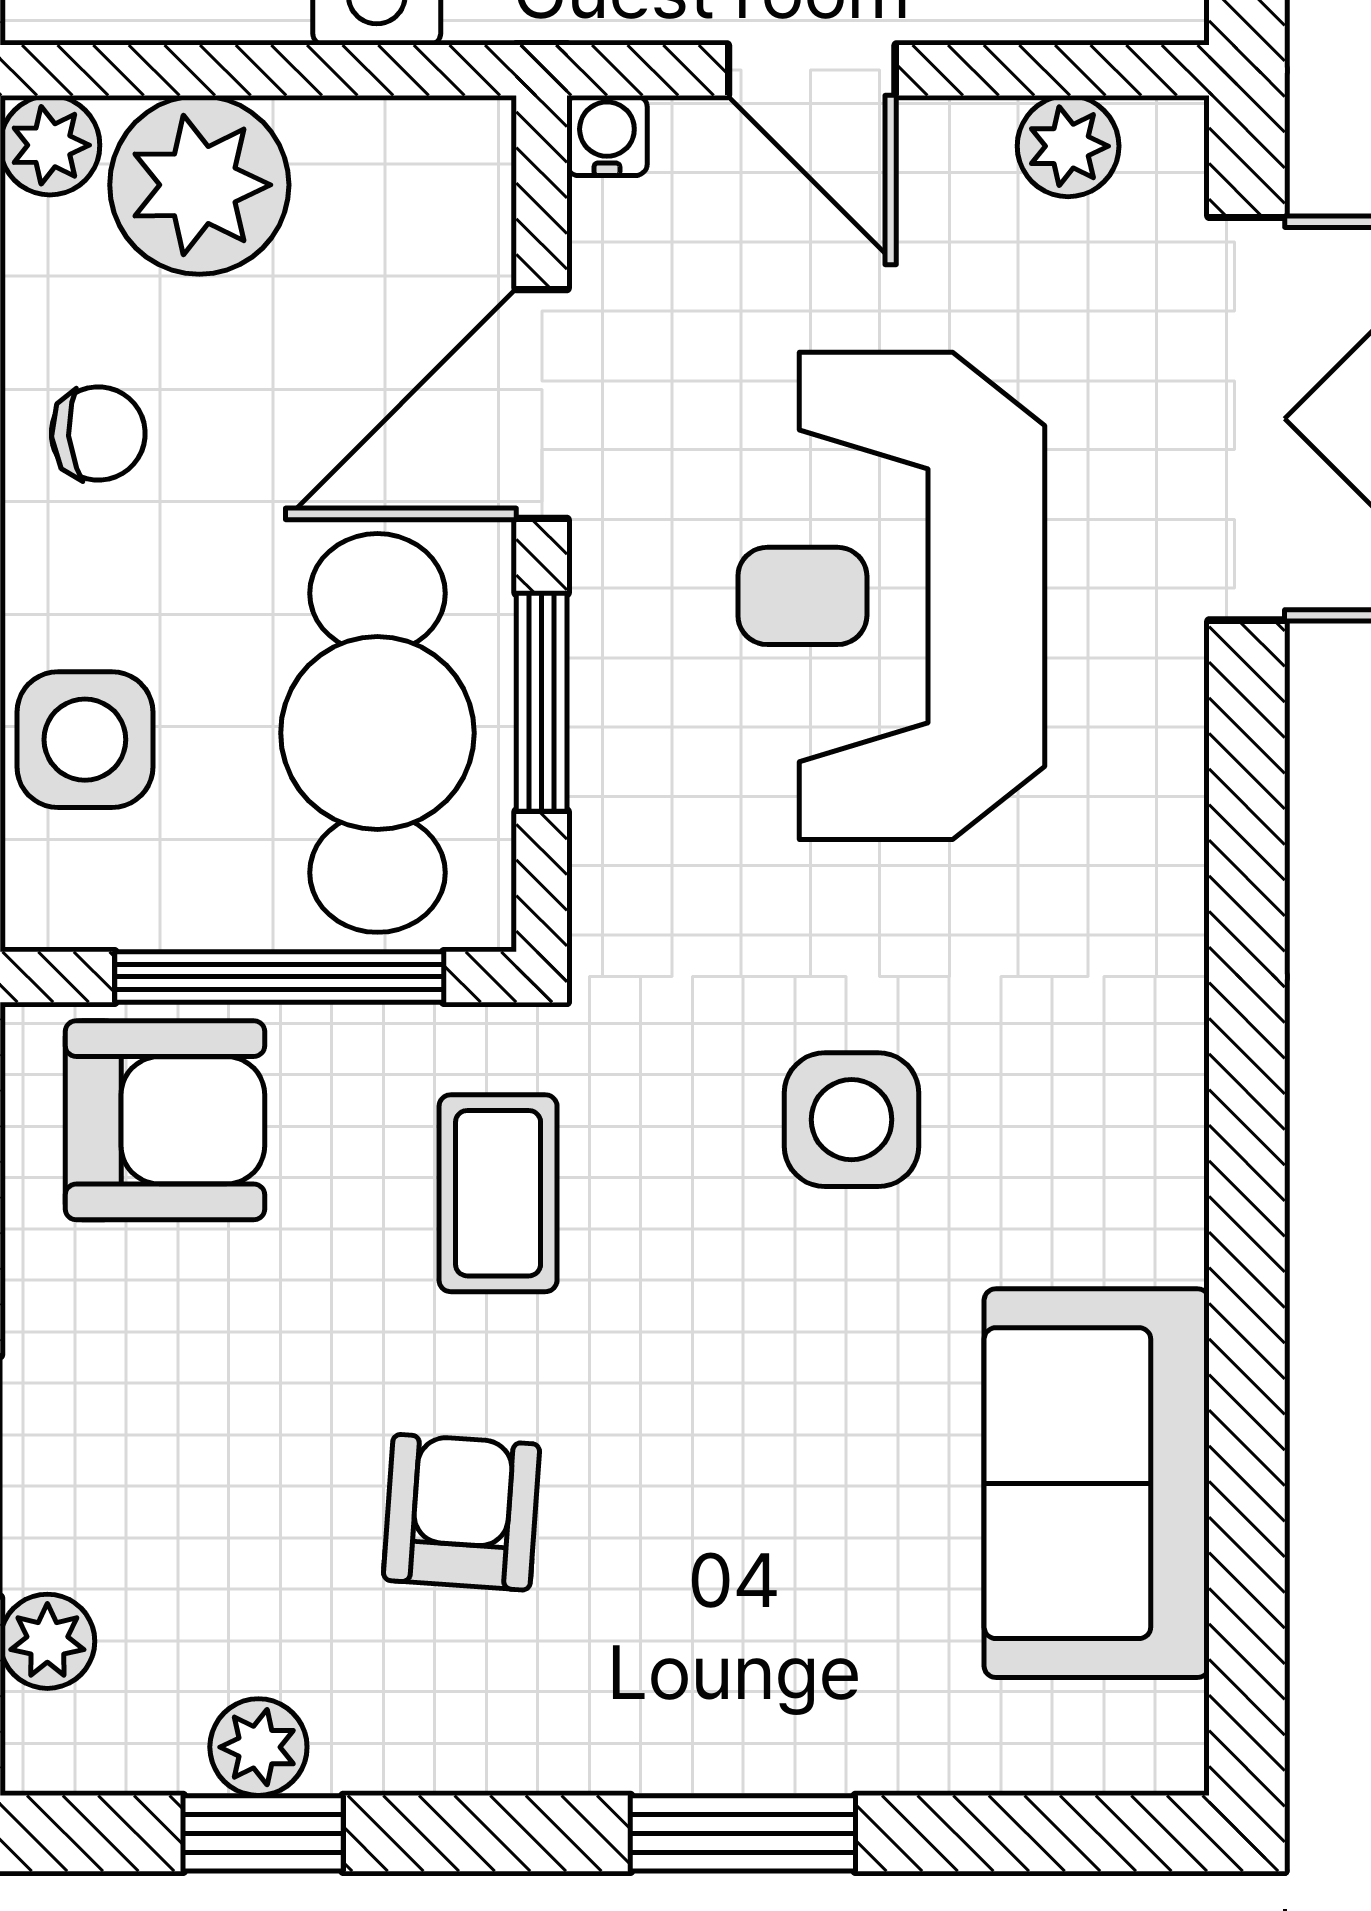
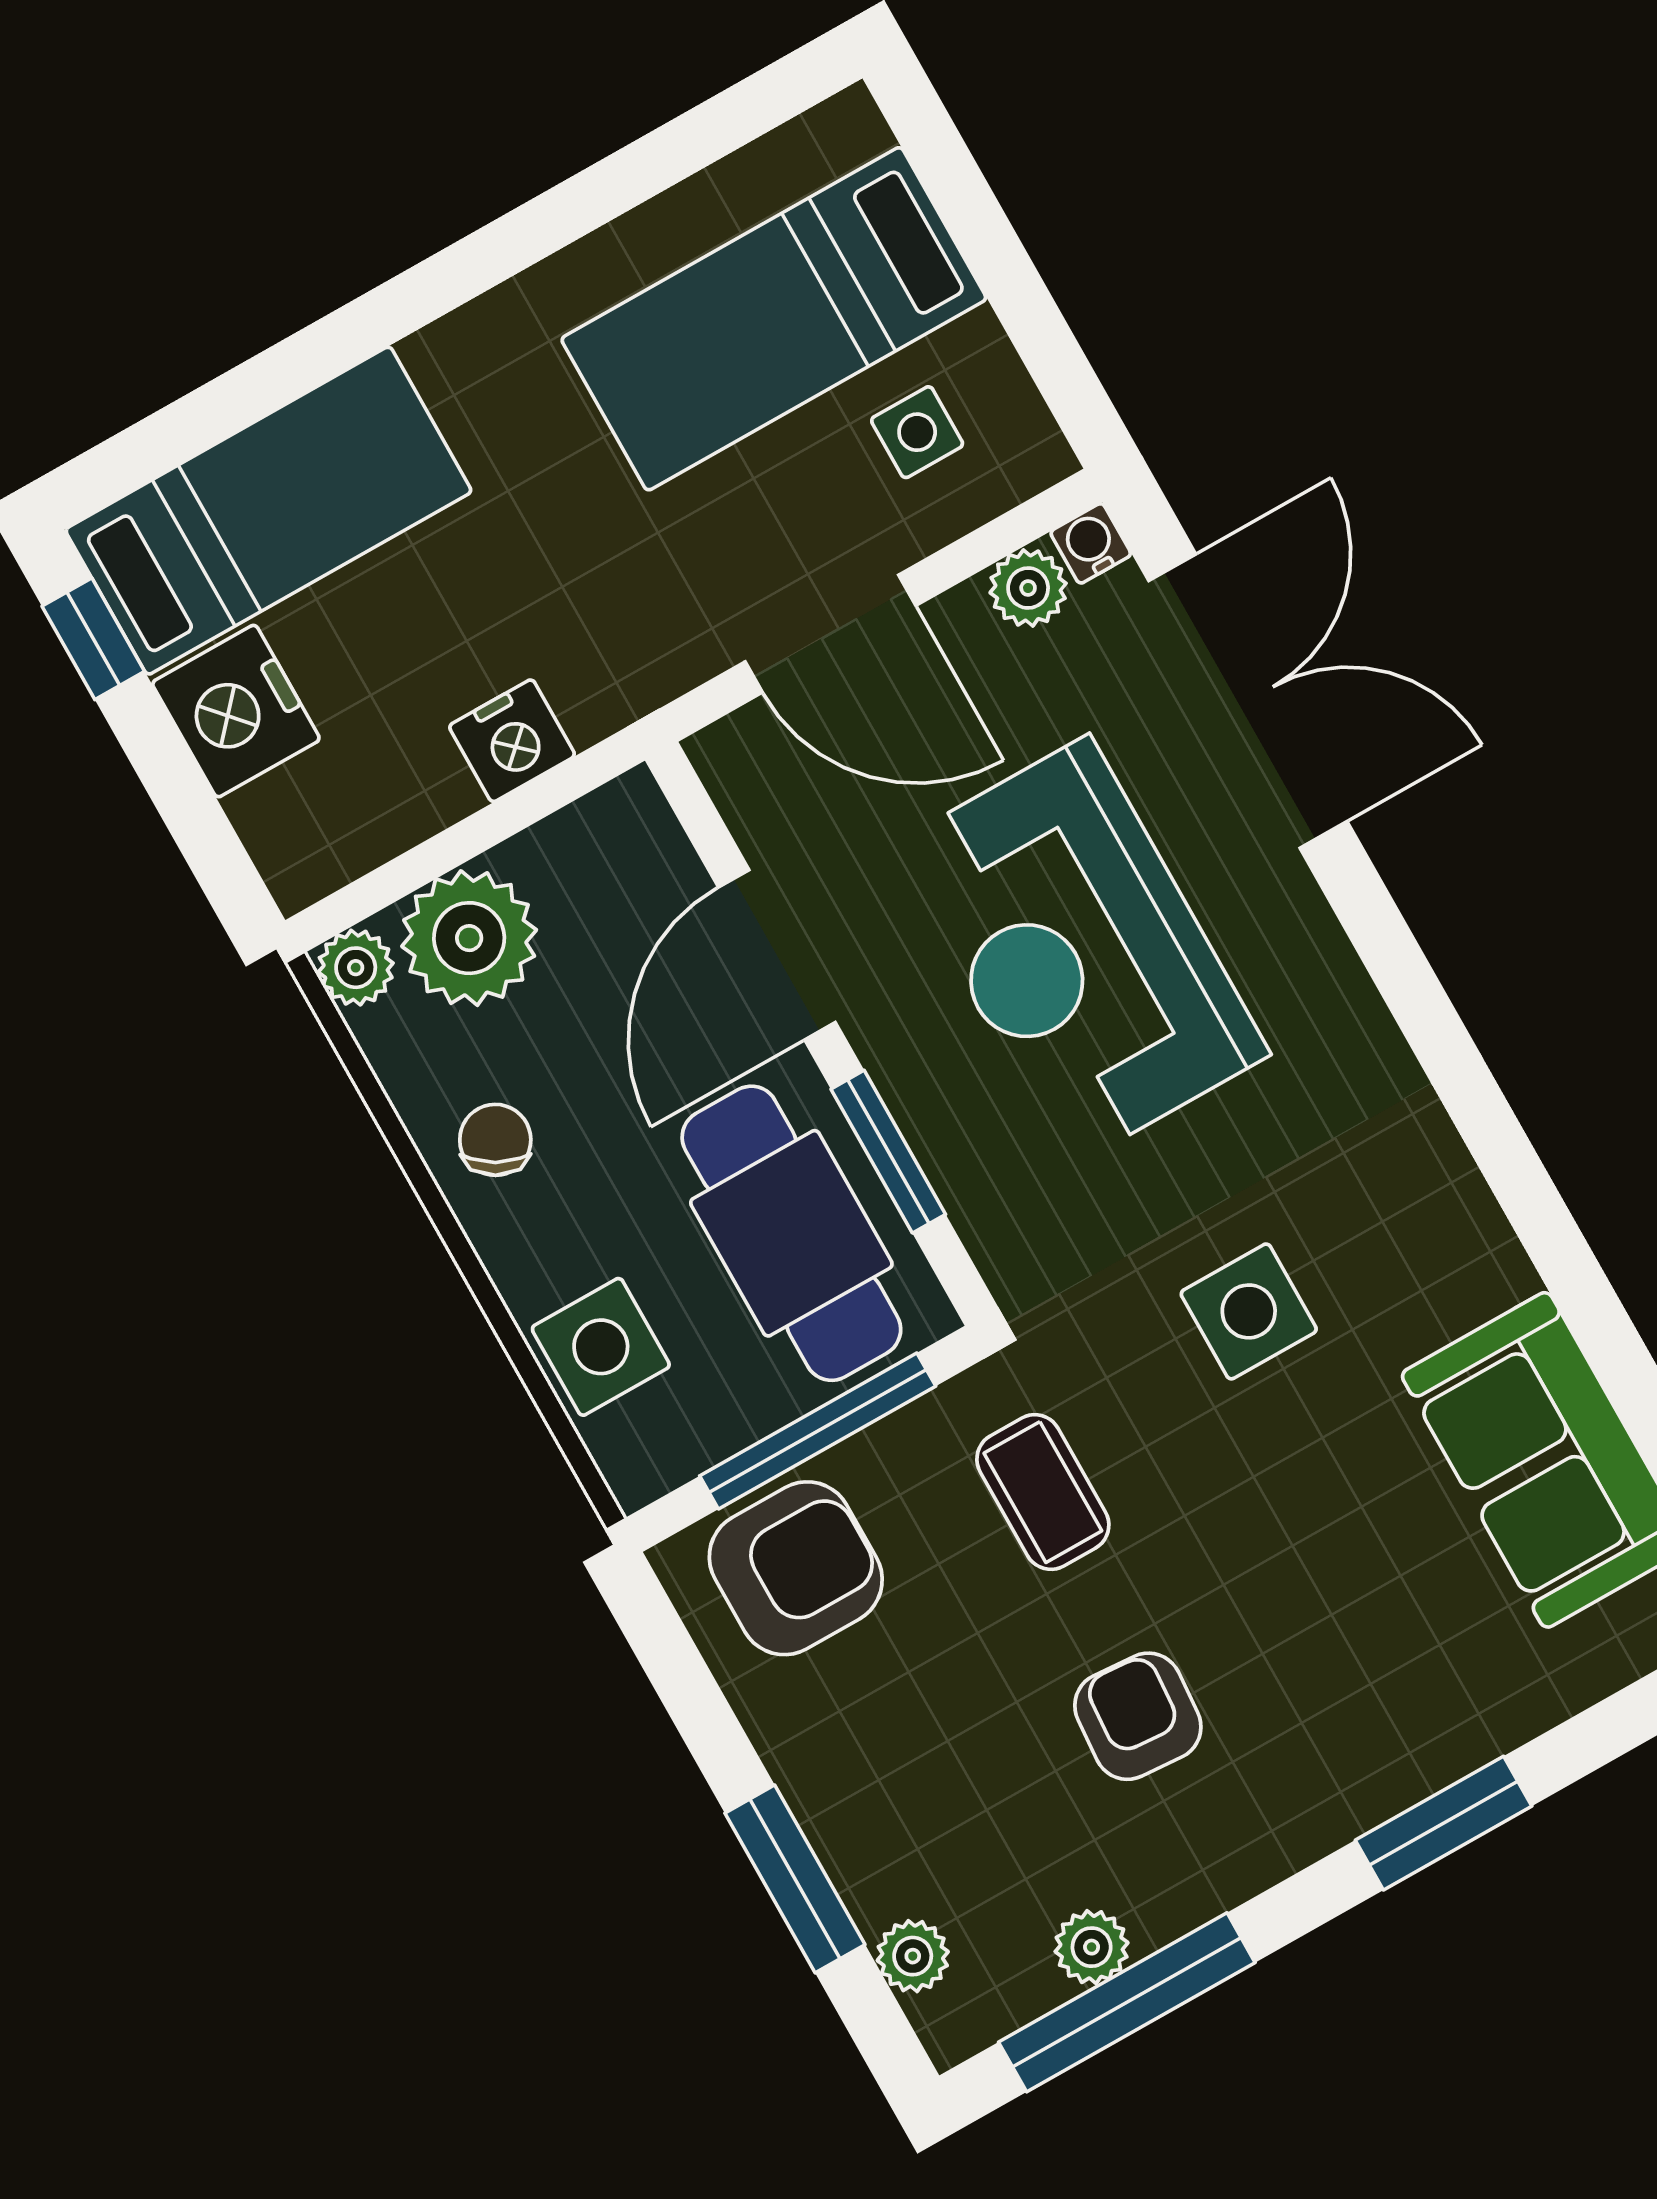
door: (812, 70) -> (831, 634), width x1.37
water cooler: (607, 136) -> (1091, 543), moved
chair: (98, 434) -> (495, 1140), turned -57
window: (263, 1833) -> (1127, 2002), width x2.17

